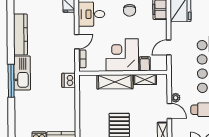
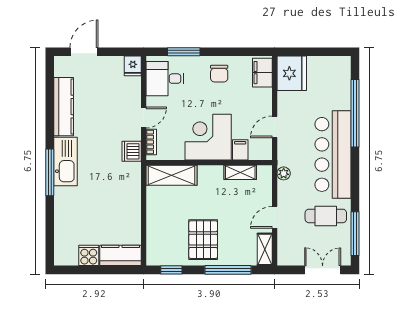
dishwasher: (69, 80) -> (132, 151), moved
shelving: (115, 82) -> (172, 175), moved
plant: (176, 98) -> (284, 173), moved
door: (169, 111) -> (275, 217), swing flipped

